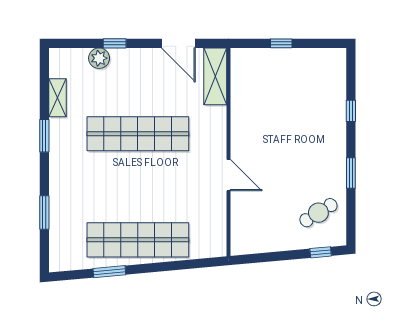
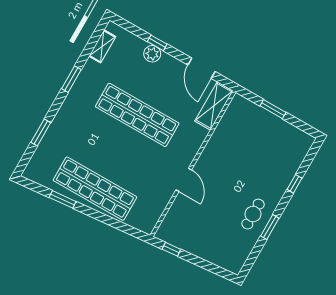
window: (281, 43) -> (273, 109), width x1.50
plant: (99, 58) -> (152, 54), moved
shelving: (58, 98) -> (102, 46), moved
cafe table: (318, 213) -> (253, 214), moved, turned -58
window: (321, 252) -> (171, 249), moved

